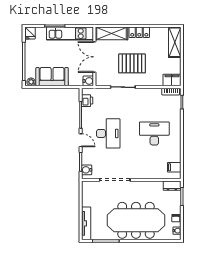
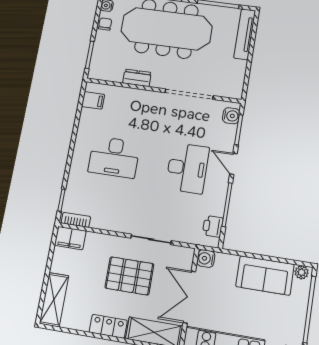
double door: (94, 57) -> (189, 297), swing flipped
desk: (108, 133) -> (187, 168), turned 180
dresser: (172, 186) -> (137, 78), moved

